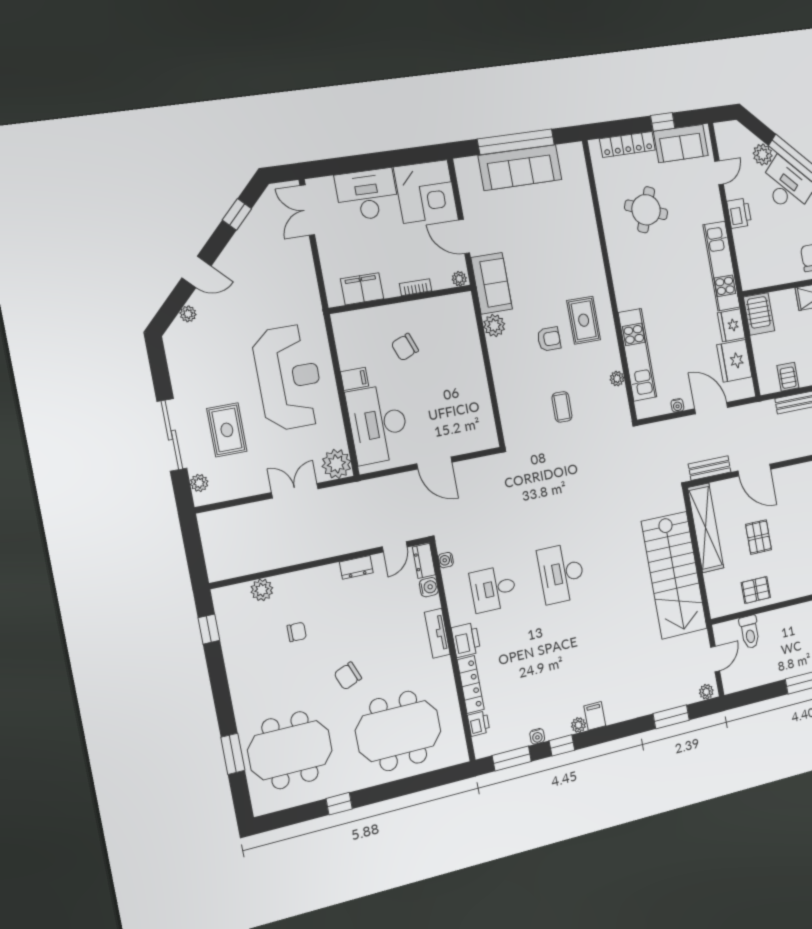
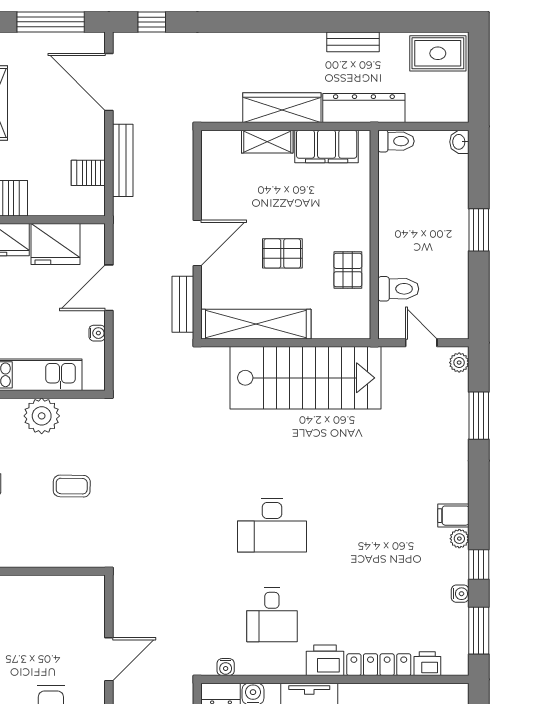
plant: (617, 379) -> (42, 416), width x1.88, depth x1.88

